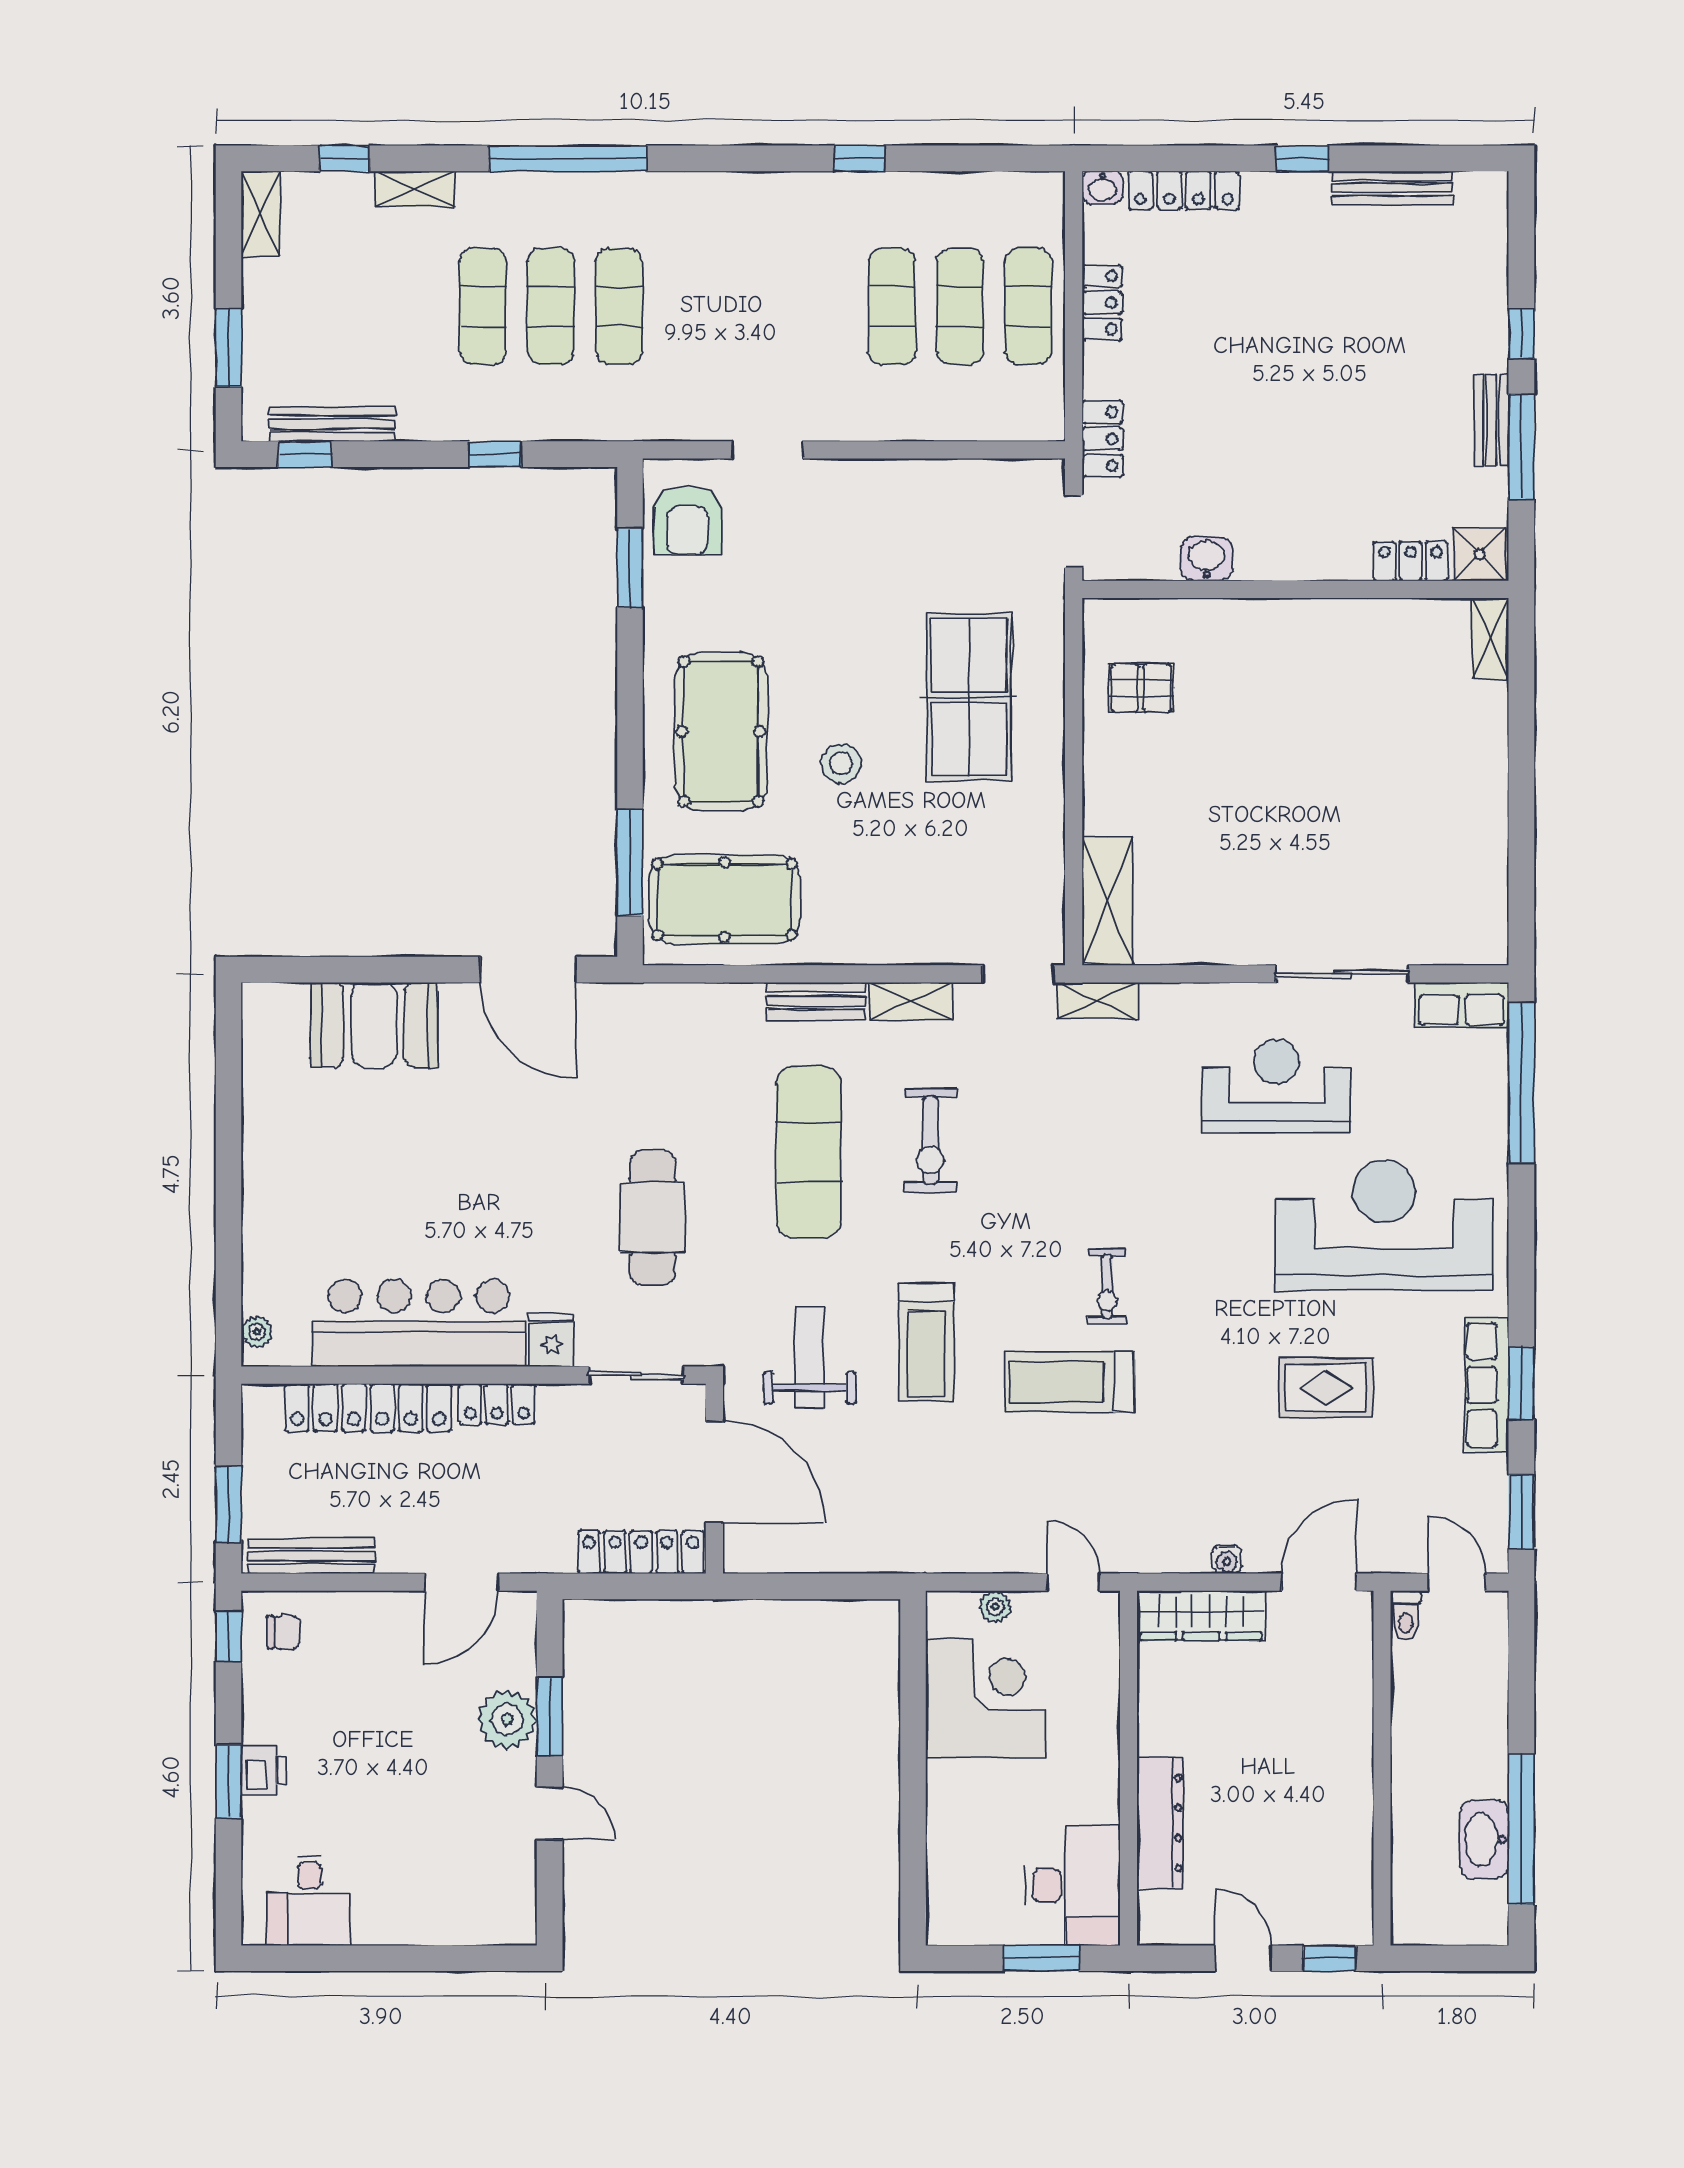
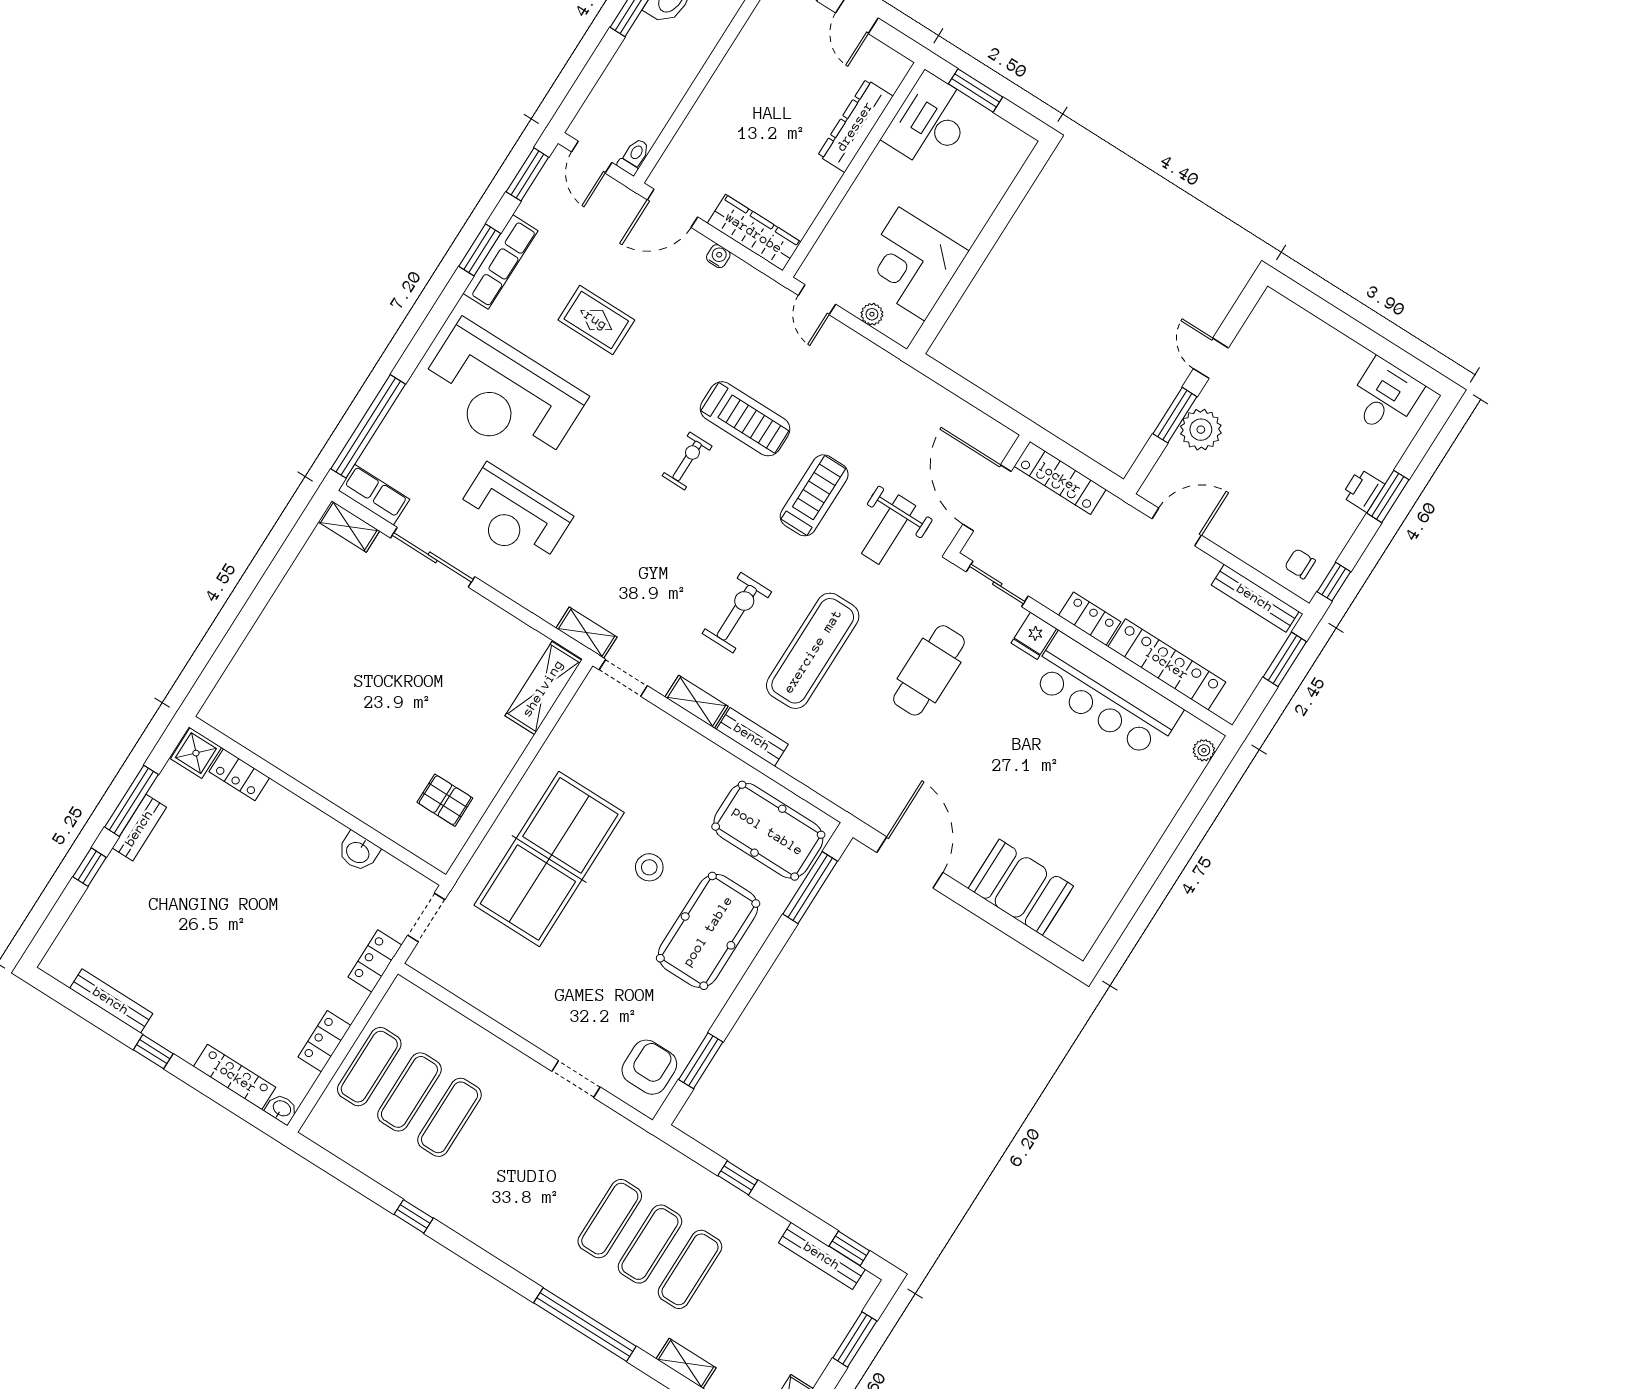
shelving: (1490, 639) -> (349, 526), moved, turned 90
table tennis table: (969, 697) -> (549, 859), width x1.36, depth x1.32

